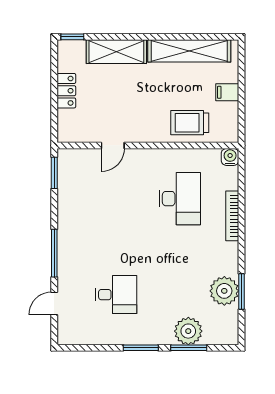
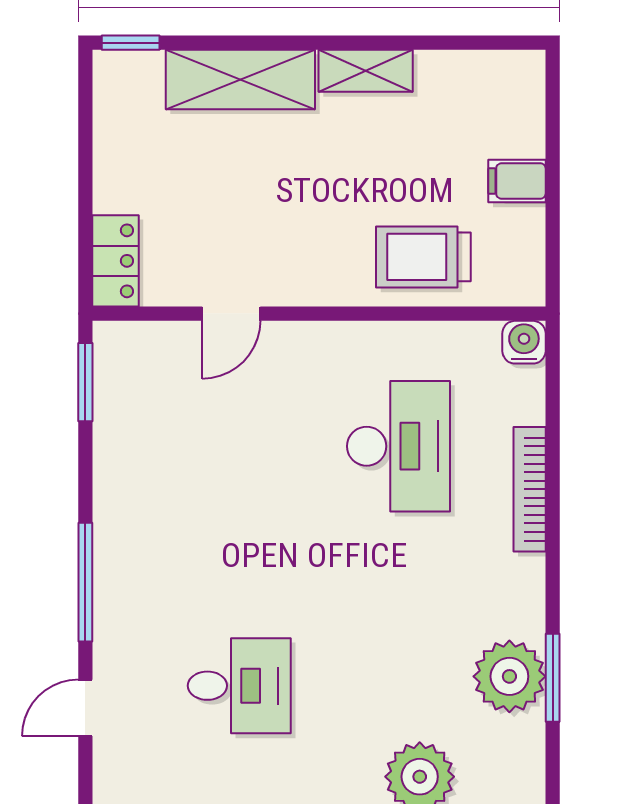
shelving: (189, 51) -> (366, 71), width x0.45, depth x0.75
locker: (66, 91) -> (115, 261), moved

